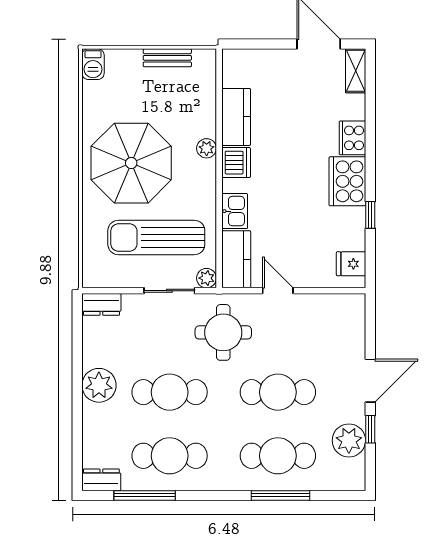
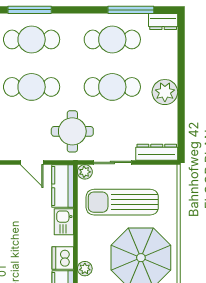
sun lounger: (156, 237) -> (122, 202), turned 180
dresser: (101, 304) -> (157, 152), width x1.44

